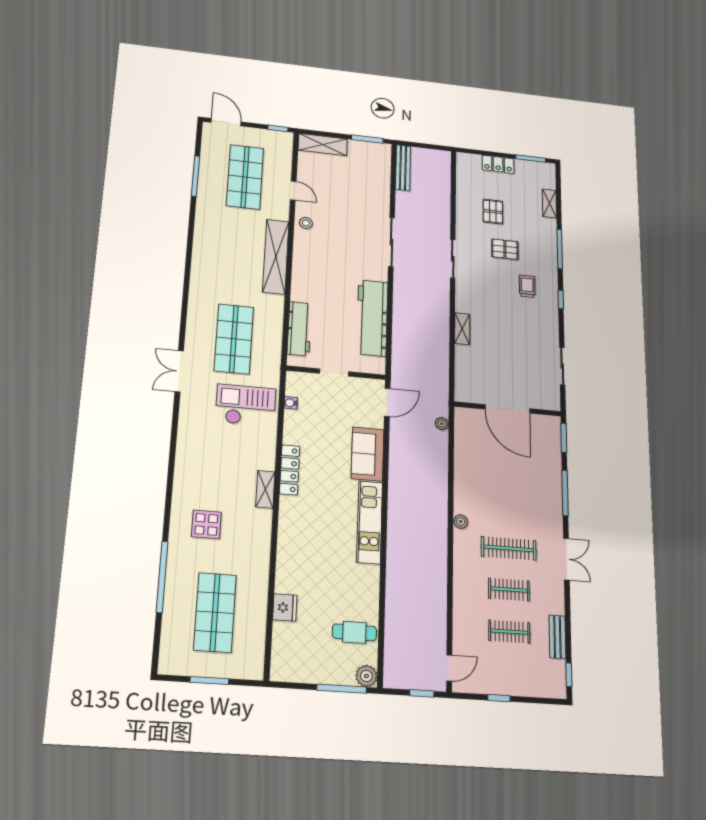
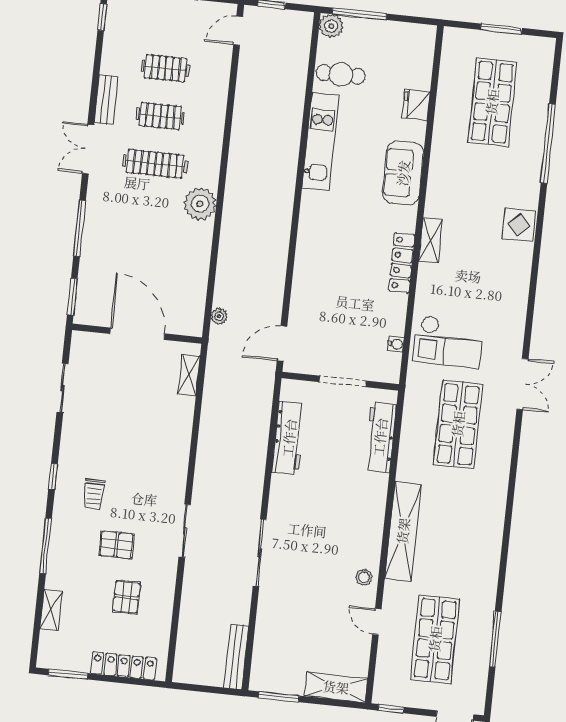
locker: (498, 164) -> (123, 666), width x1.53
workbench: (372, 318) -> (289, 438), width x0.73, depth x0.76
shelving: (462, 329) -> (189, 375), moved
doorway: (334, 373) -> (343, 381), width x1.38
sofa: (368, 454) -> (403, 173), moved, turned 180
kitchen unit: (370, 522) -> (320, 142), moved
plant: (461, 522) -> (200, 204), width x1.88, depth x1.88
display table: (206, 524) -> (519, 225), moved
bench: (557, 637) -> (106, 100), moved

